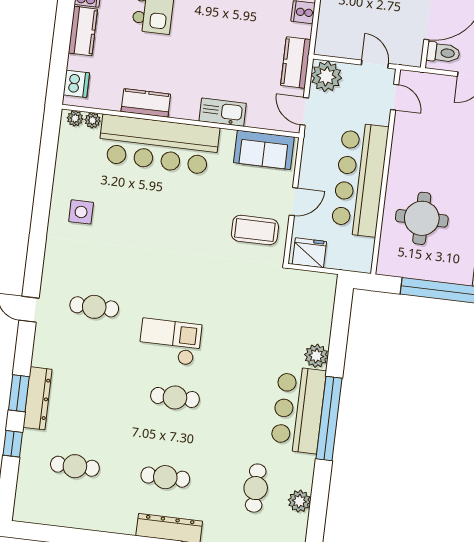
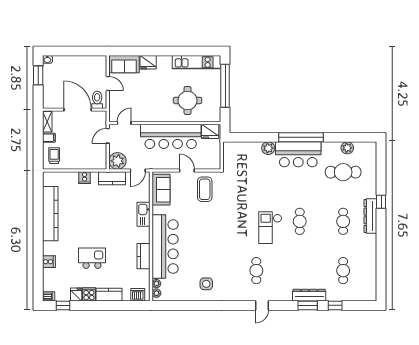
fridge: (309, 253) -> (210, 131), moved, turned -90
cafe table: (256, 488) -> (343, 172), width x1.37, depth x1.35

